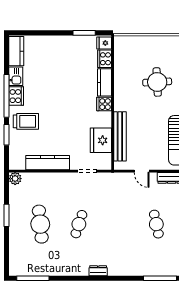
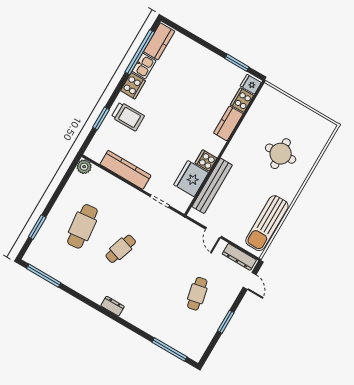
window: (7, 96) -> (140, 52), moved
cooker: (104, 104) -> (206, 161), moved
window: (7, 215) -> (37, 227), moved

